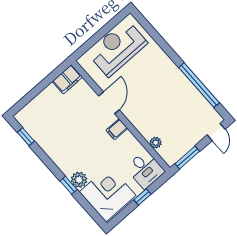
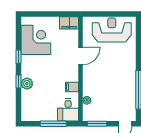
filing cabinet: (117, 129) -> (72, 87), moved
window: (26, 137) -> (18, 57), moved
corner desk: (108, 194) -> (36, 40), moved
window: (142, 197) -> (53, 124), width x2.17

